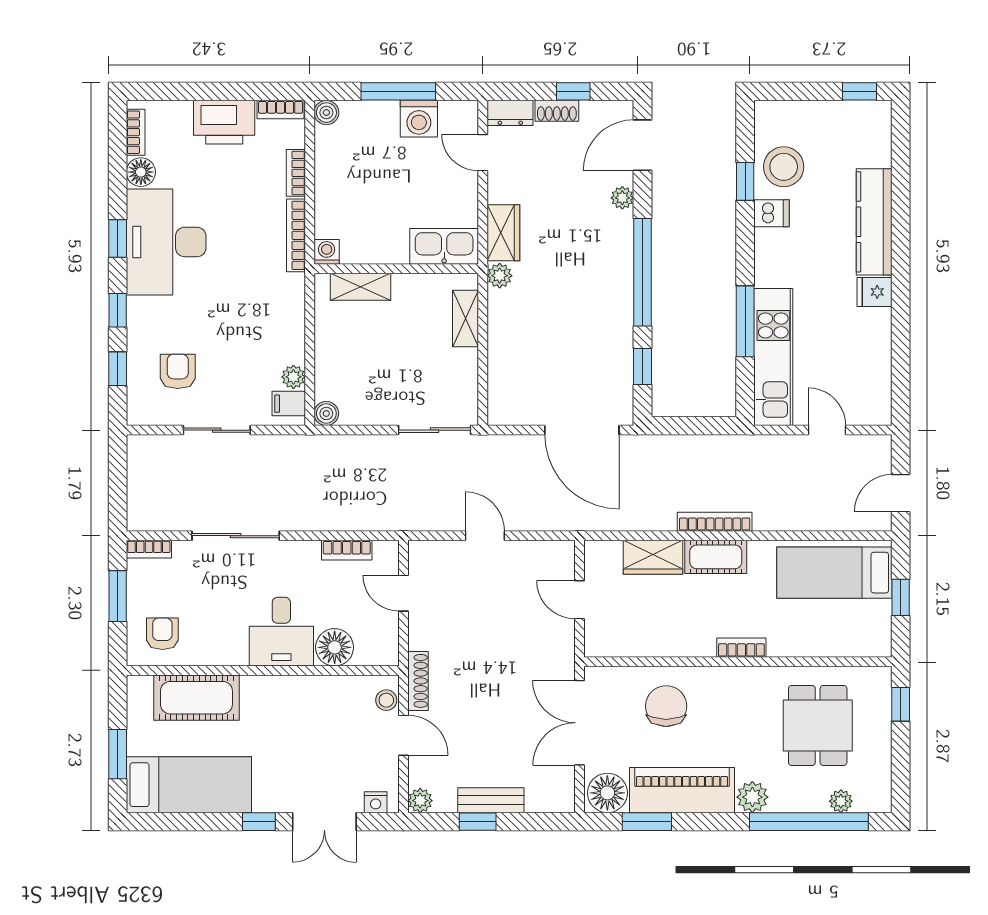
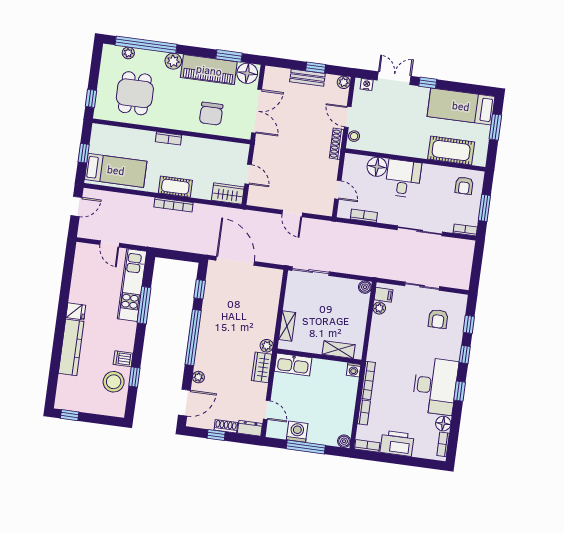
wardrobe: (653, 557) -> (228, 194), moved

